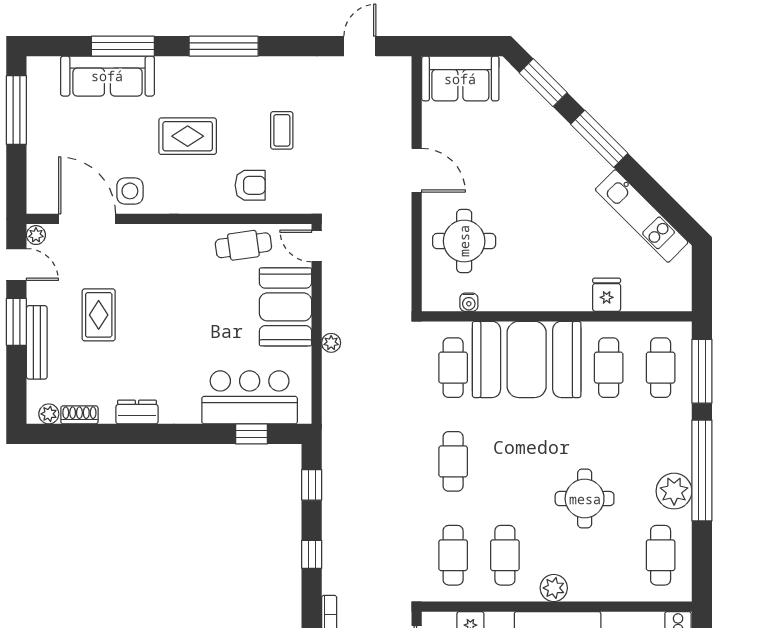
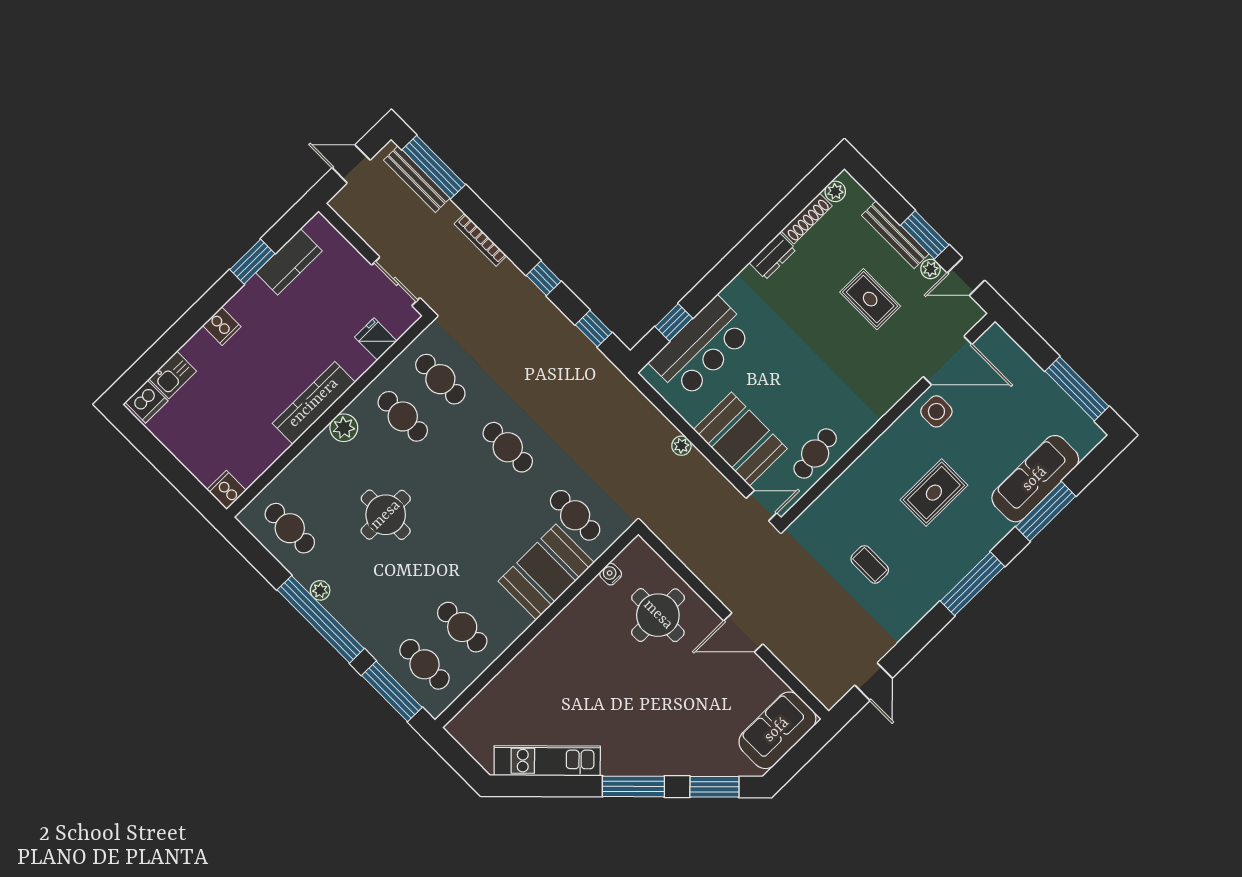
armchair: (250, 185) -> (853, 502), removed
plant: (36, 235) -> (931, 269), moved
fridge: (607, 295) -> (516, 678), removed
booth: (527, 359) -> (546, 572), width x0.73, depth x0.70
shoe rack: (79, 415) -> (807, 218), width x1.43
plant: (674, 491) -> (320, 590), width x0.53, depth x0.53

